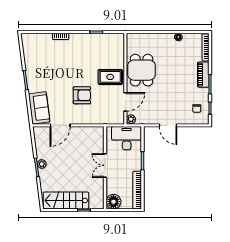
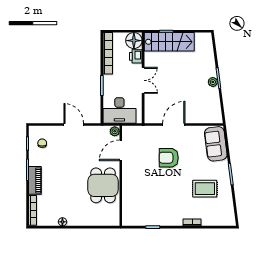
rug: (110, 77) -> (205, 189), moved
door: (60, 125) -> (174, 124), moved
printer: (112, 187) -> (136, 56), added
stairs: (66, 200) -> (169, 42), moved

